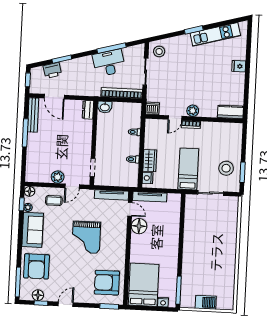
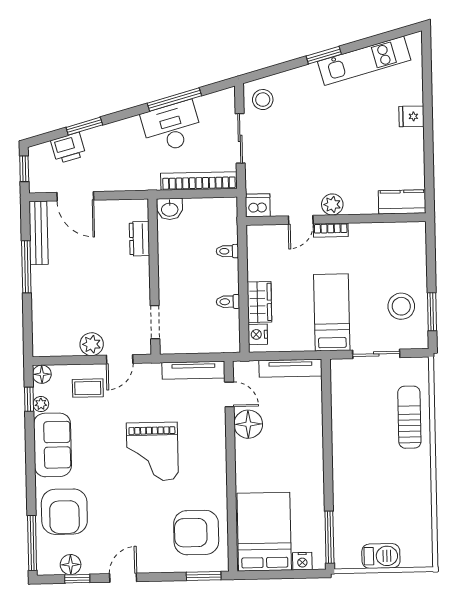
dresser: (88, 110) -> (139, 239), moved
tv unit: (150, 197) -> (290, 368), moved
sun lounger: (226, 228) -> (409, 417), added

